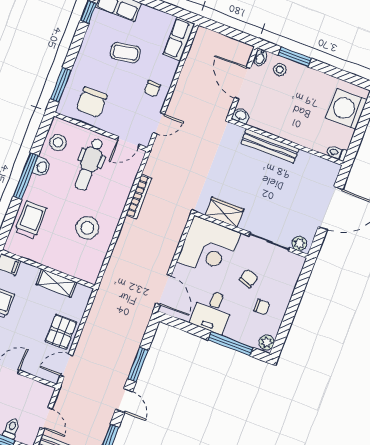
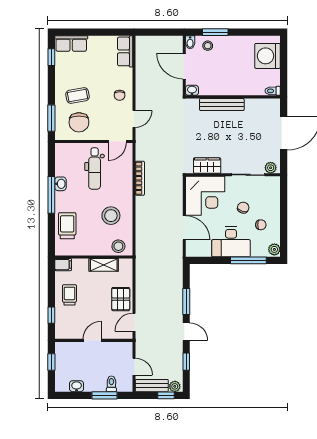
coffee table: (125, 53) -> (78, 96), moved
stool: (58, 142) -> (118, 246), moved
door: (164, 290) -> (184, 228), moved
desk: (212, 311) -> (231, 242), width x1.37

